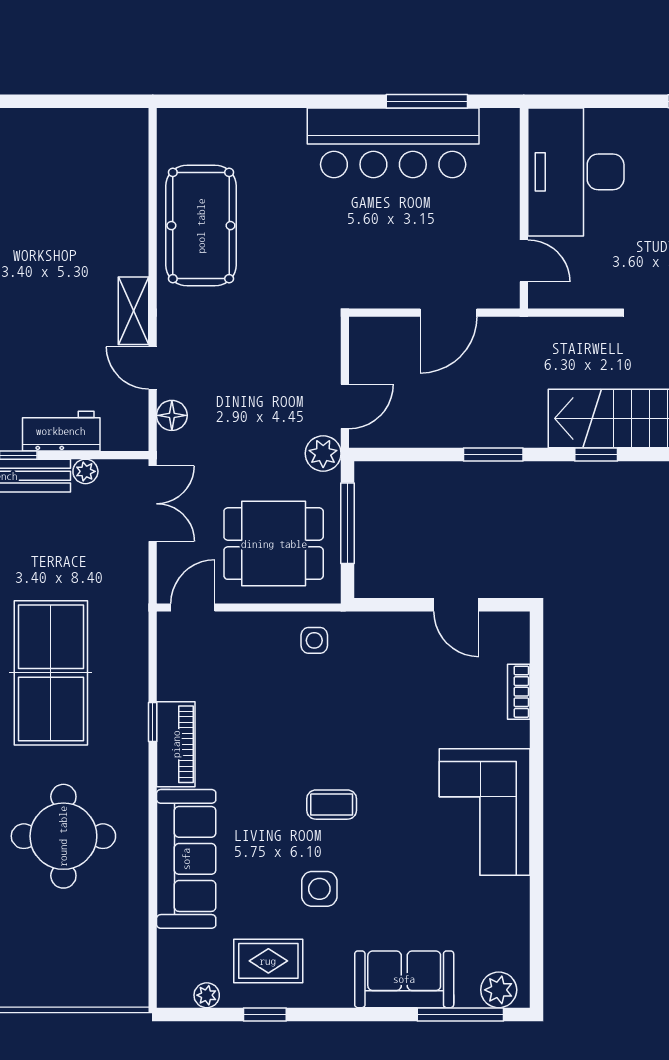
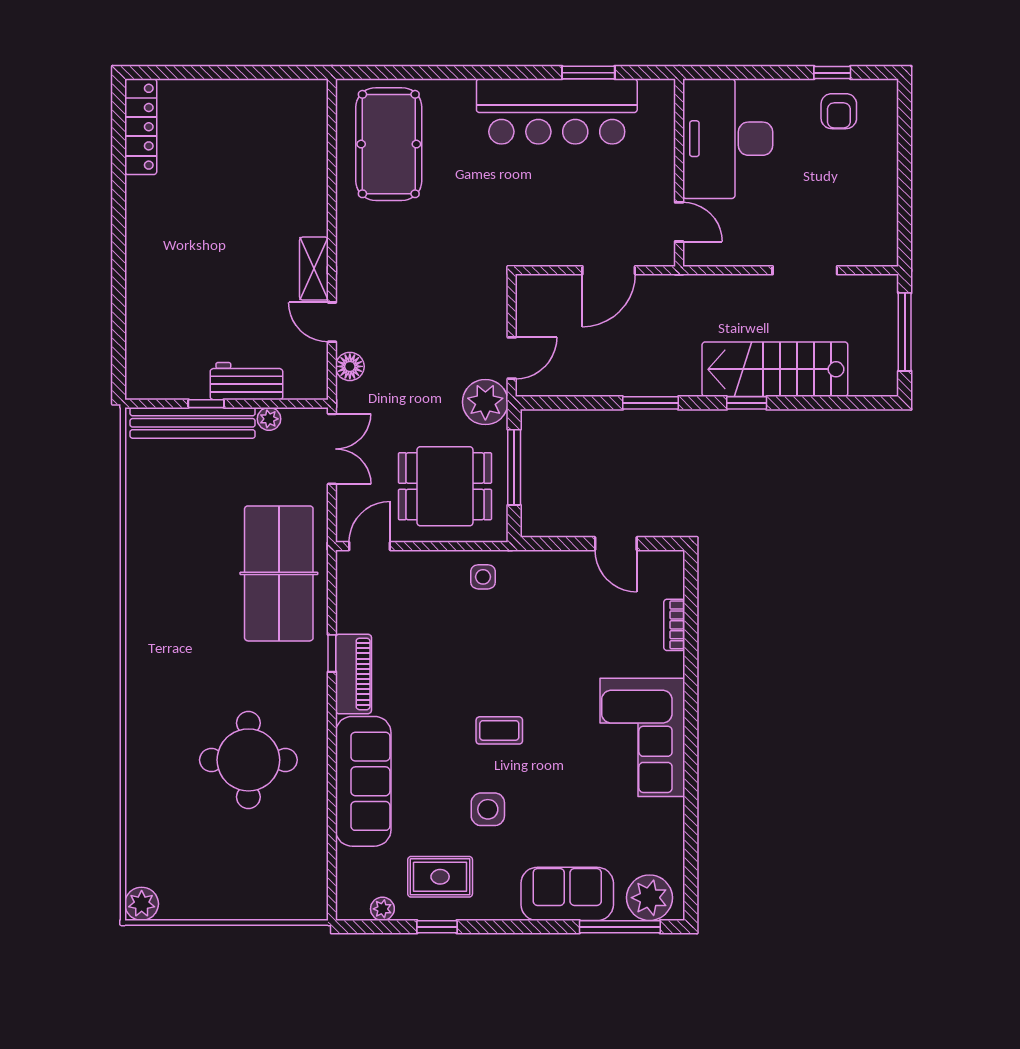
window: (427, 101) -> (588, 73), width x0.69
pool table: (201, 226) -> (389, 144), moved
plant: (323, 453) -> (485, 402), width x1.36, depth x1.36
table tennis table: (51, 673) -> (279, 573), moved
plant: (499, 990) -> (649, 898), width x1.36, depth x1.36

